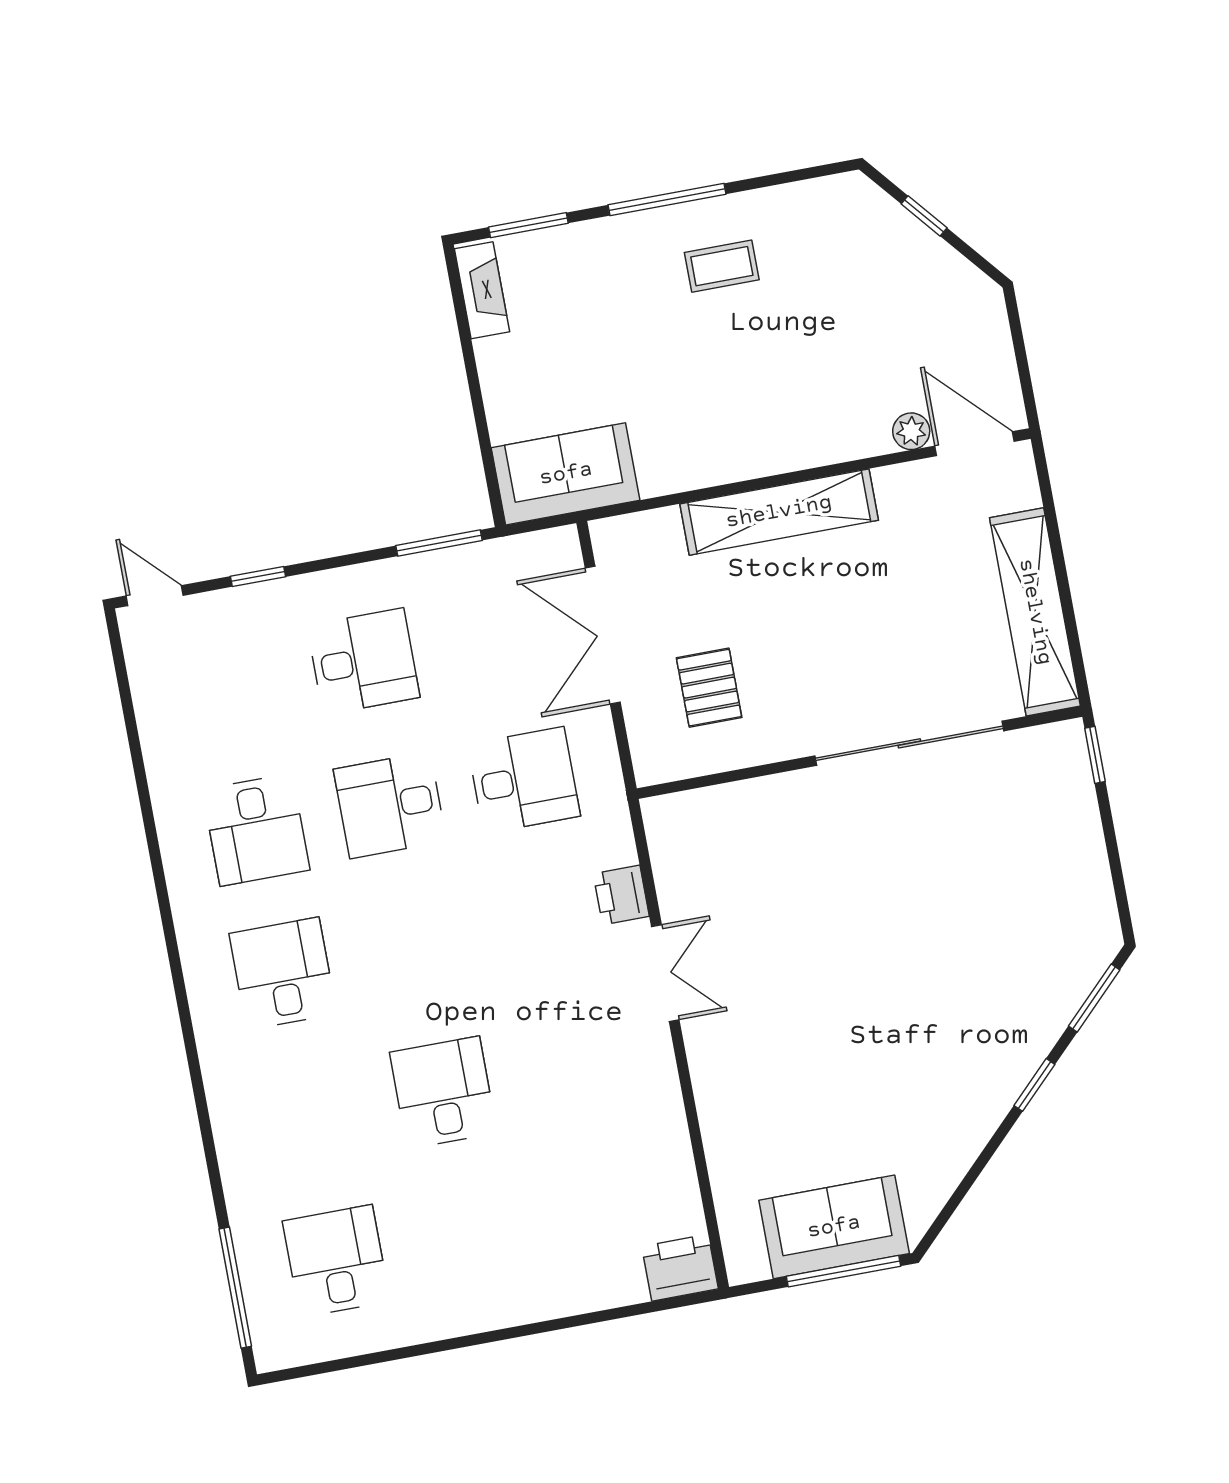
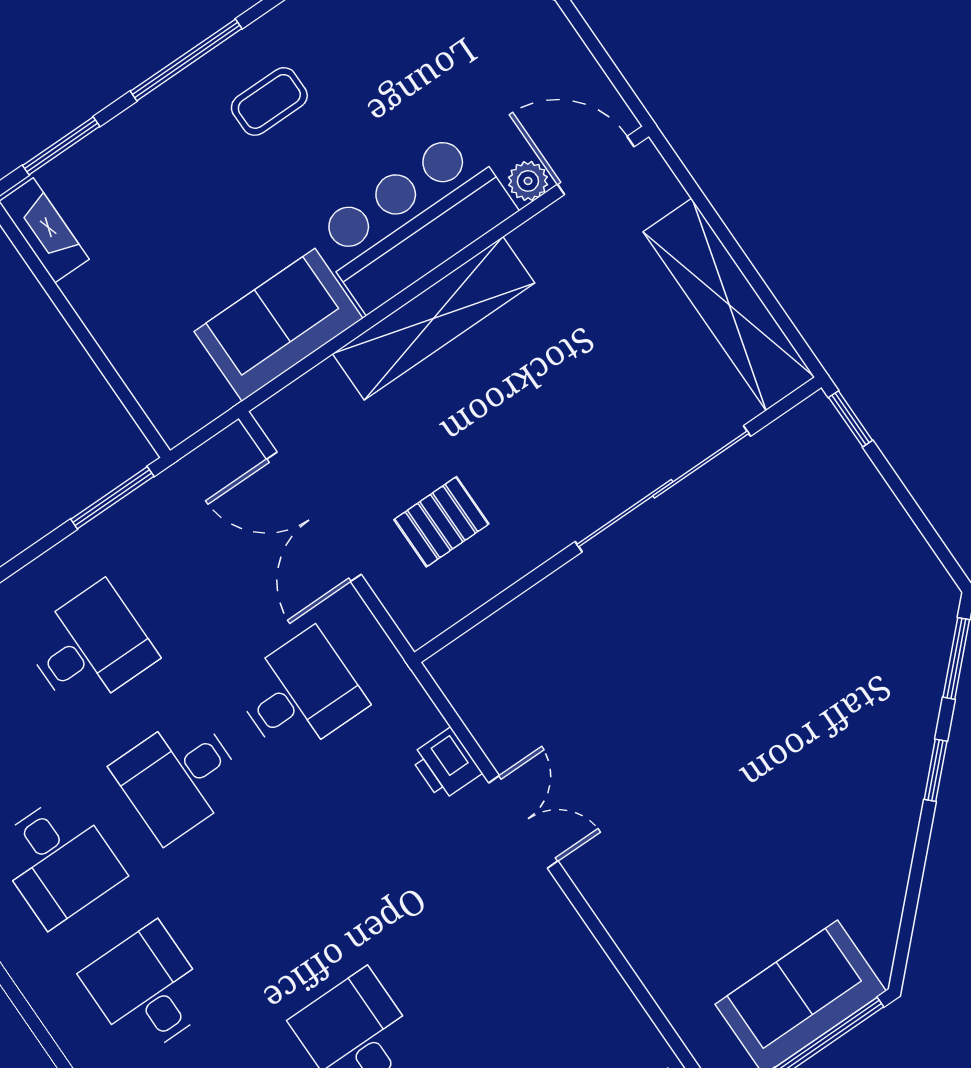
bar counter: (799, 422) -> (414, 221), added
sofa: (566, 474) -> (279, 325), moved
pallet: (709, 688) -> (441, 522), turned 90

